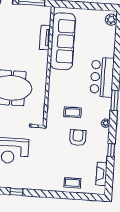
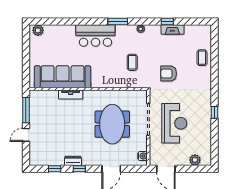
tv unit: (45, 38) -> (71, 95), moved
armchair: (78, 138) -> (169, 74), moved
fireplace: (101, 174) -> (172, 29), moved

